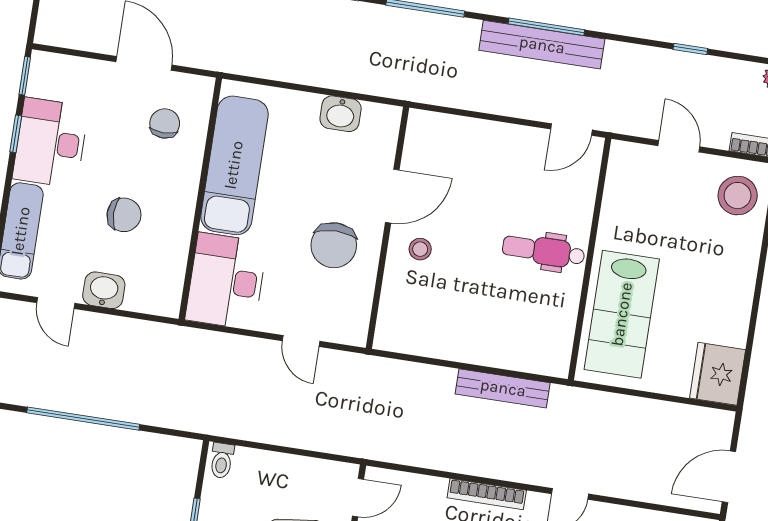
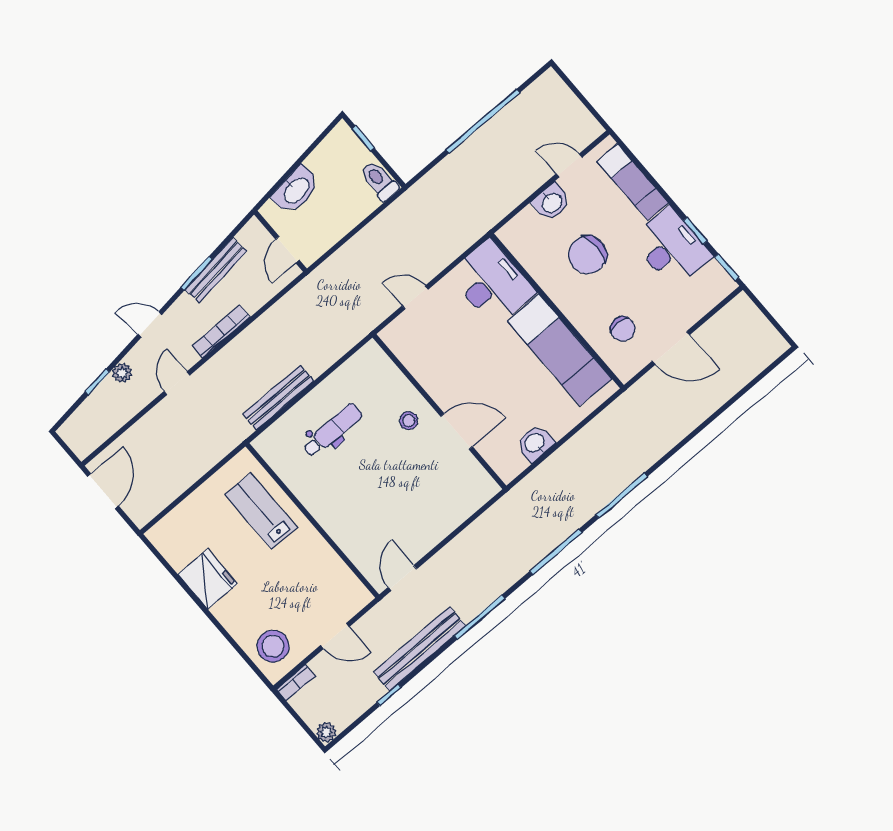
bench: (542, 45) -> (420, 649), moved
door: (392, 196) -> (456, 431), swing flipped
chair: (124, 215) -> (588, 255), width x1.37, depth x1.37
chair: (334, 245) -> (457, 369), removed
dental chair: (544, 251) -> (333, 430), moved
lab bench: (622, 314) -> (261, 511), width x0.73, depth x0.72
fridge: (718, 374) -> (207, 579), moved
toilet: (222, 461) -> (379, 181), width x1.37, depth x1.39

